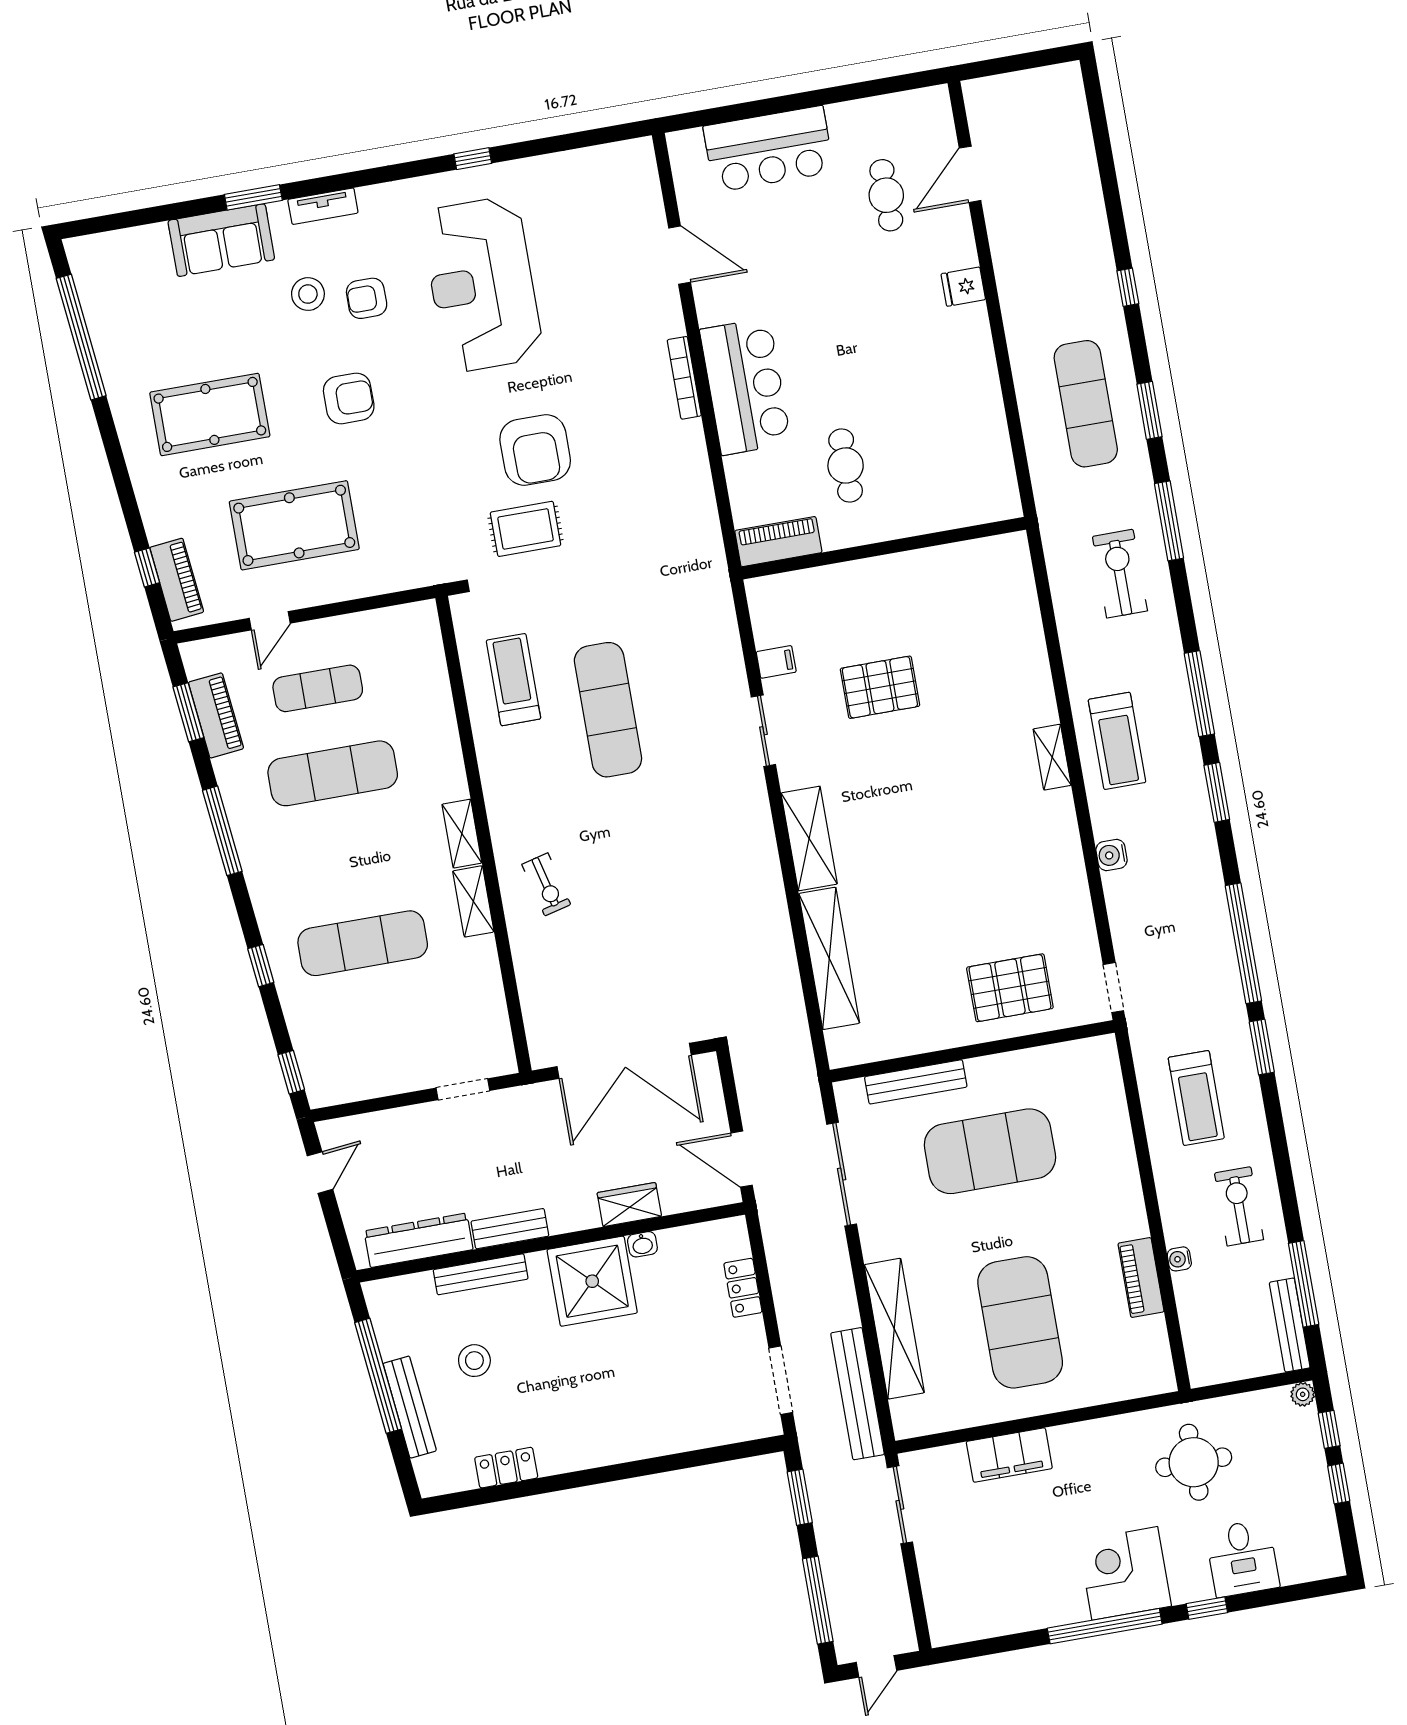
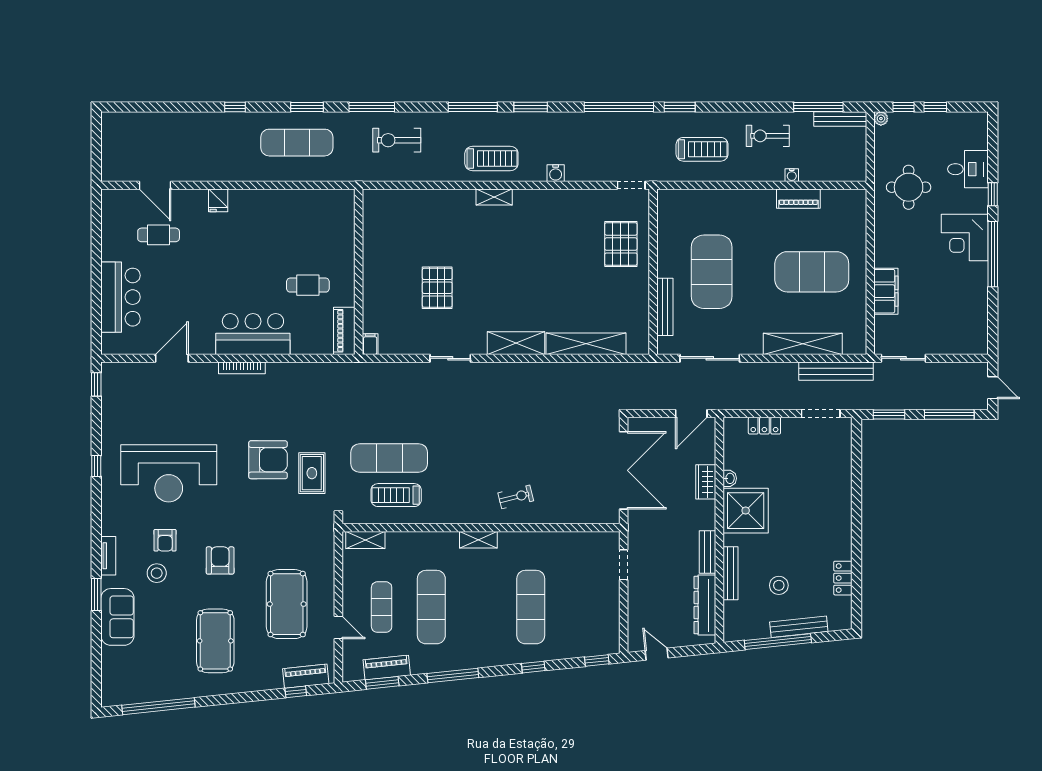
window: (612, 134) -> (96, 384), added
filing cabinet: (776, 662) -> (370, 344), moved
exercise mat: (608, 710) -> (389, 458), moved
shelving: (473, 901) -> (365, 540), moved

